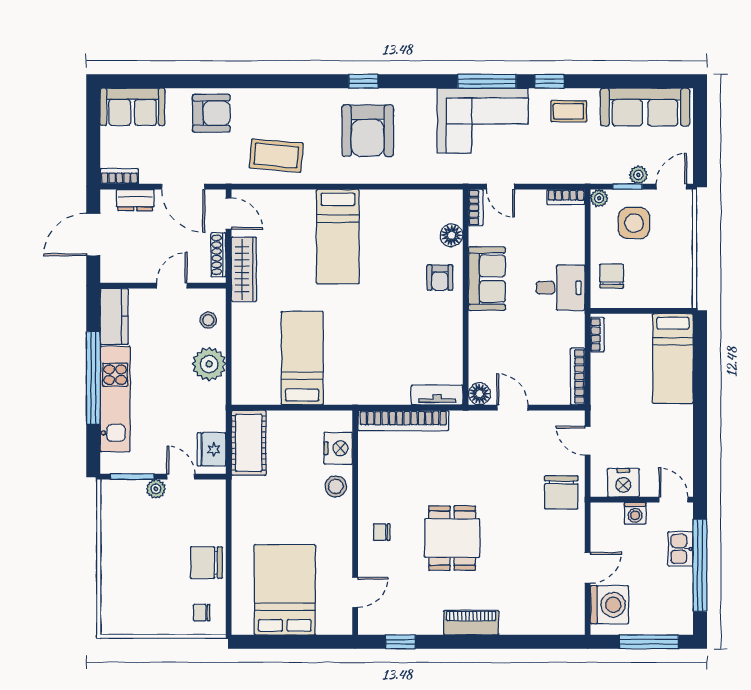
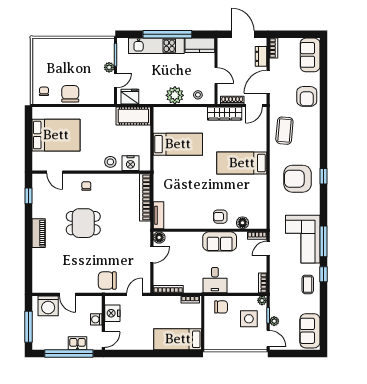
sofa: (645, 107) -> (310, 331), width x0.73

